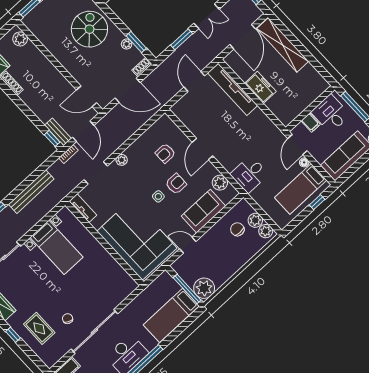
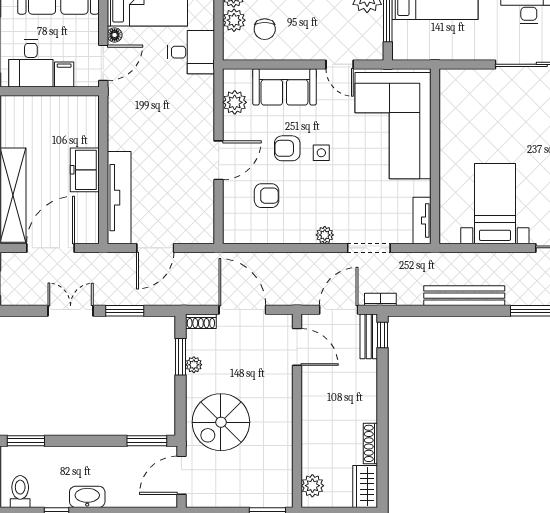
desk: (249, 174) -> (191, 52), moved

